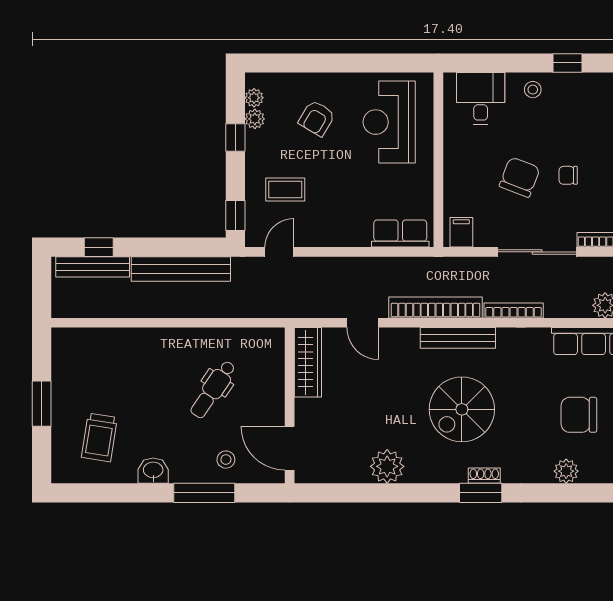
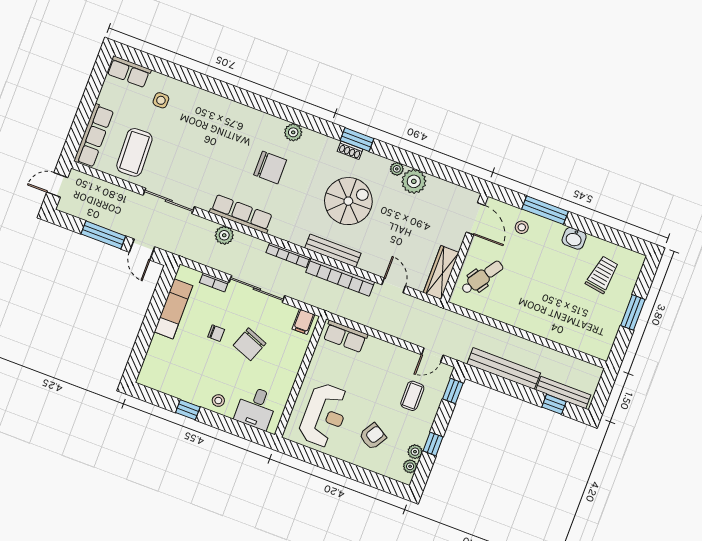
coffee table: (285, 190) -> (412, 396), turned 90
dental chair: (213, 389) -> (482, 277), moved
plant: (415, 474) -> (397, 169), added

